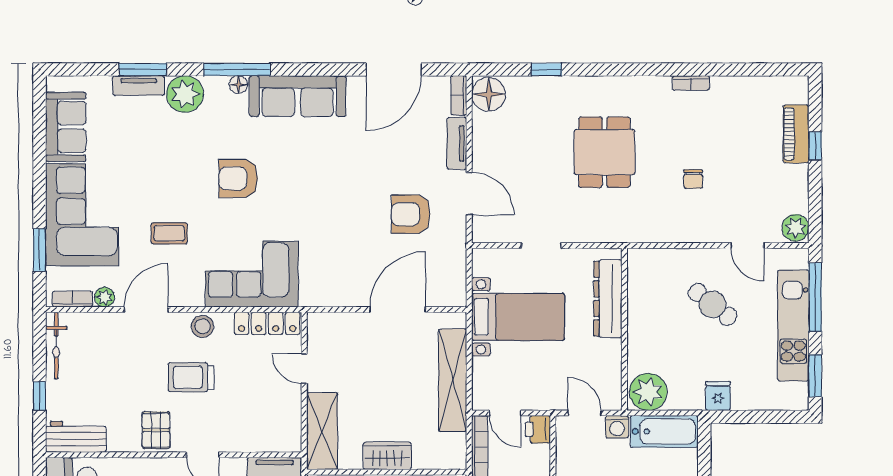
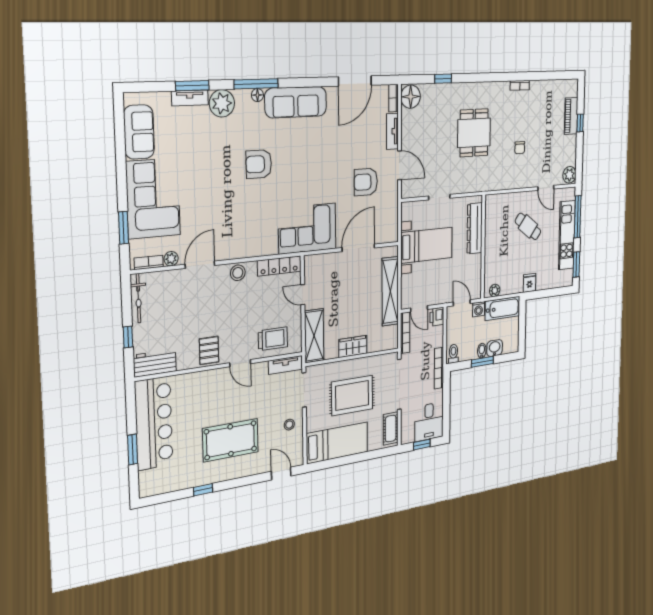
coffee table: (169, 233) -> (214, 208), removed
corner sofa: (252, 274) -> (307, 229), moved
trolley: (191, 377) -> (273, 339), moved, turned 180
plant: (648, 392) -> (495, 290), width x0.53, depth x0.53

